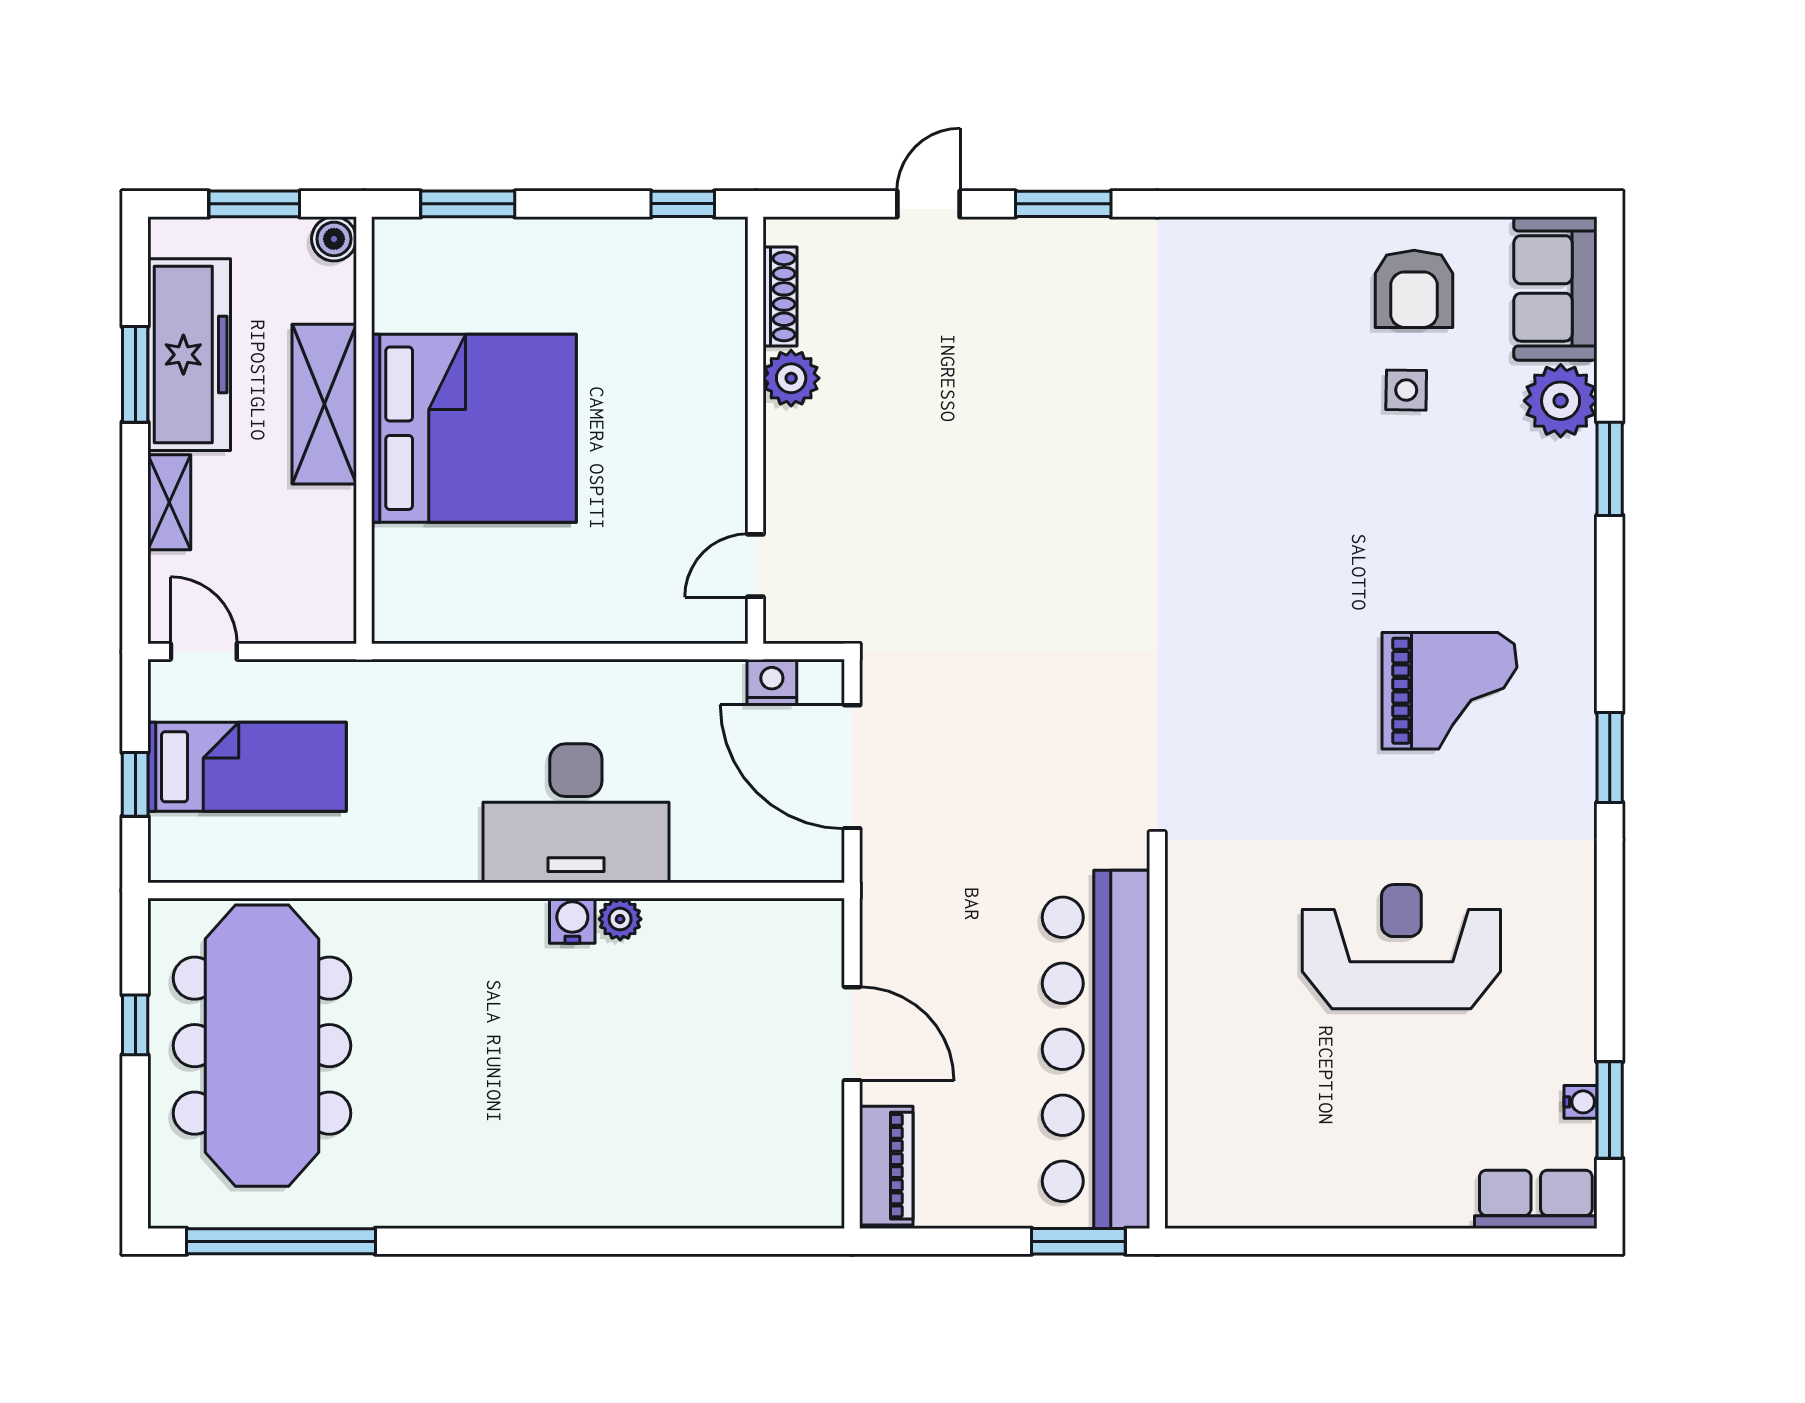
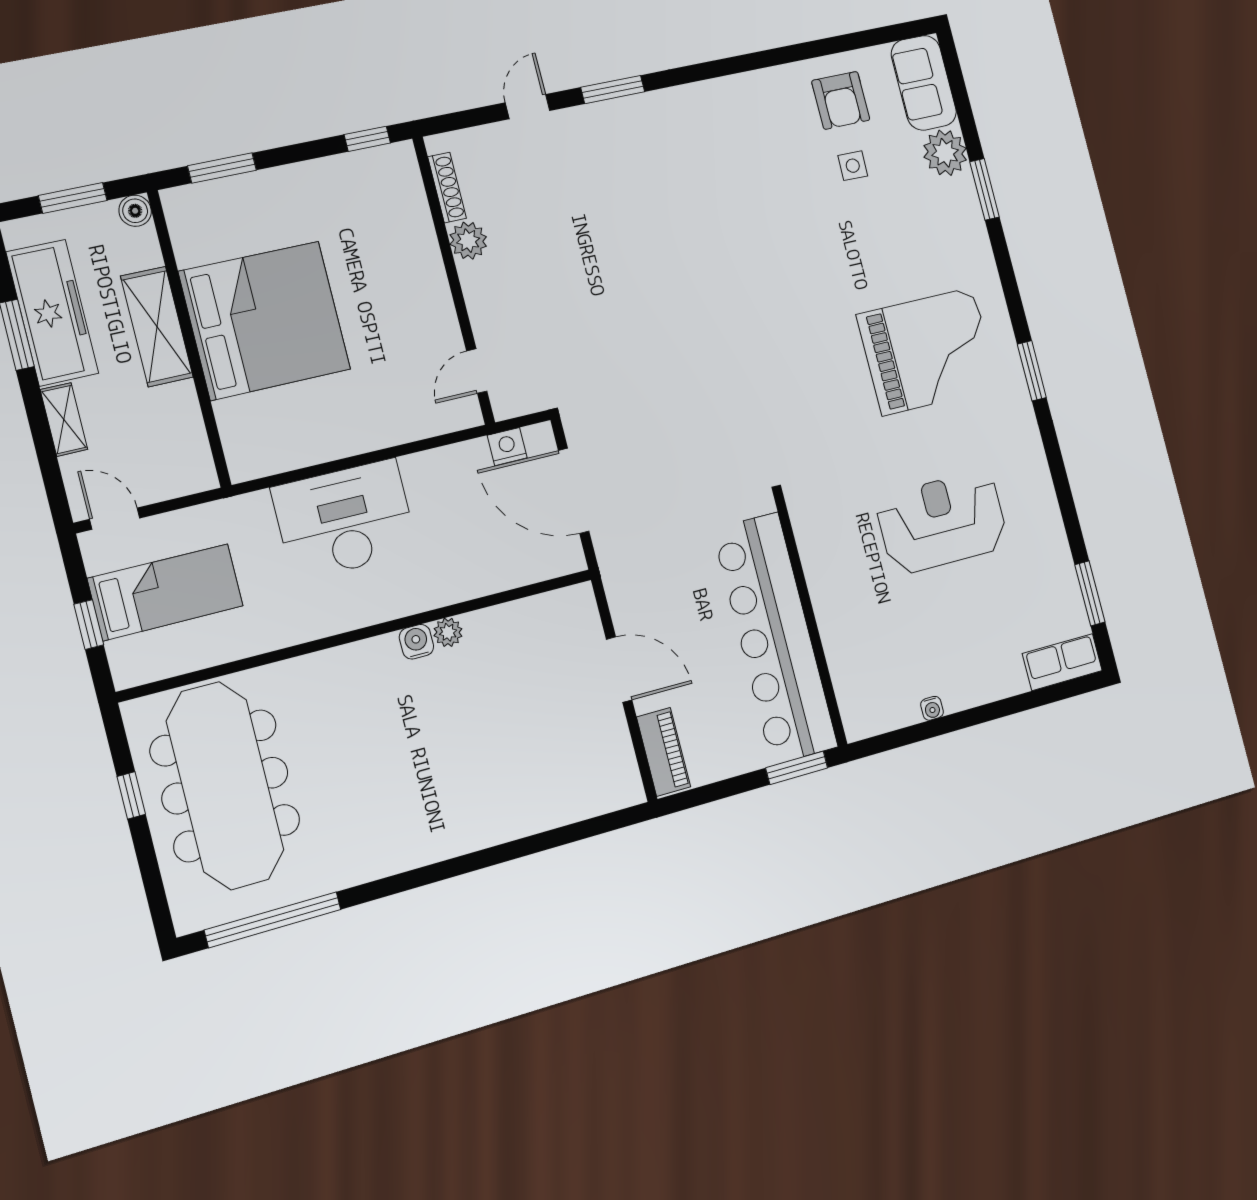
grand piano: (1449, 691) -> (928, 351), width x1.37, depth x1.48
desk: (576, 813) -> (345, 520), moved, turned 180
water cooler: (1581, 1102) -> (932, 708), moved, turned 90

